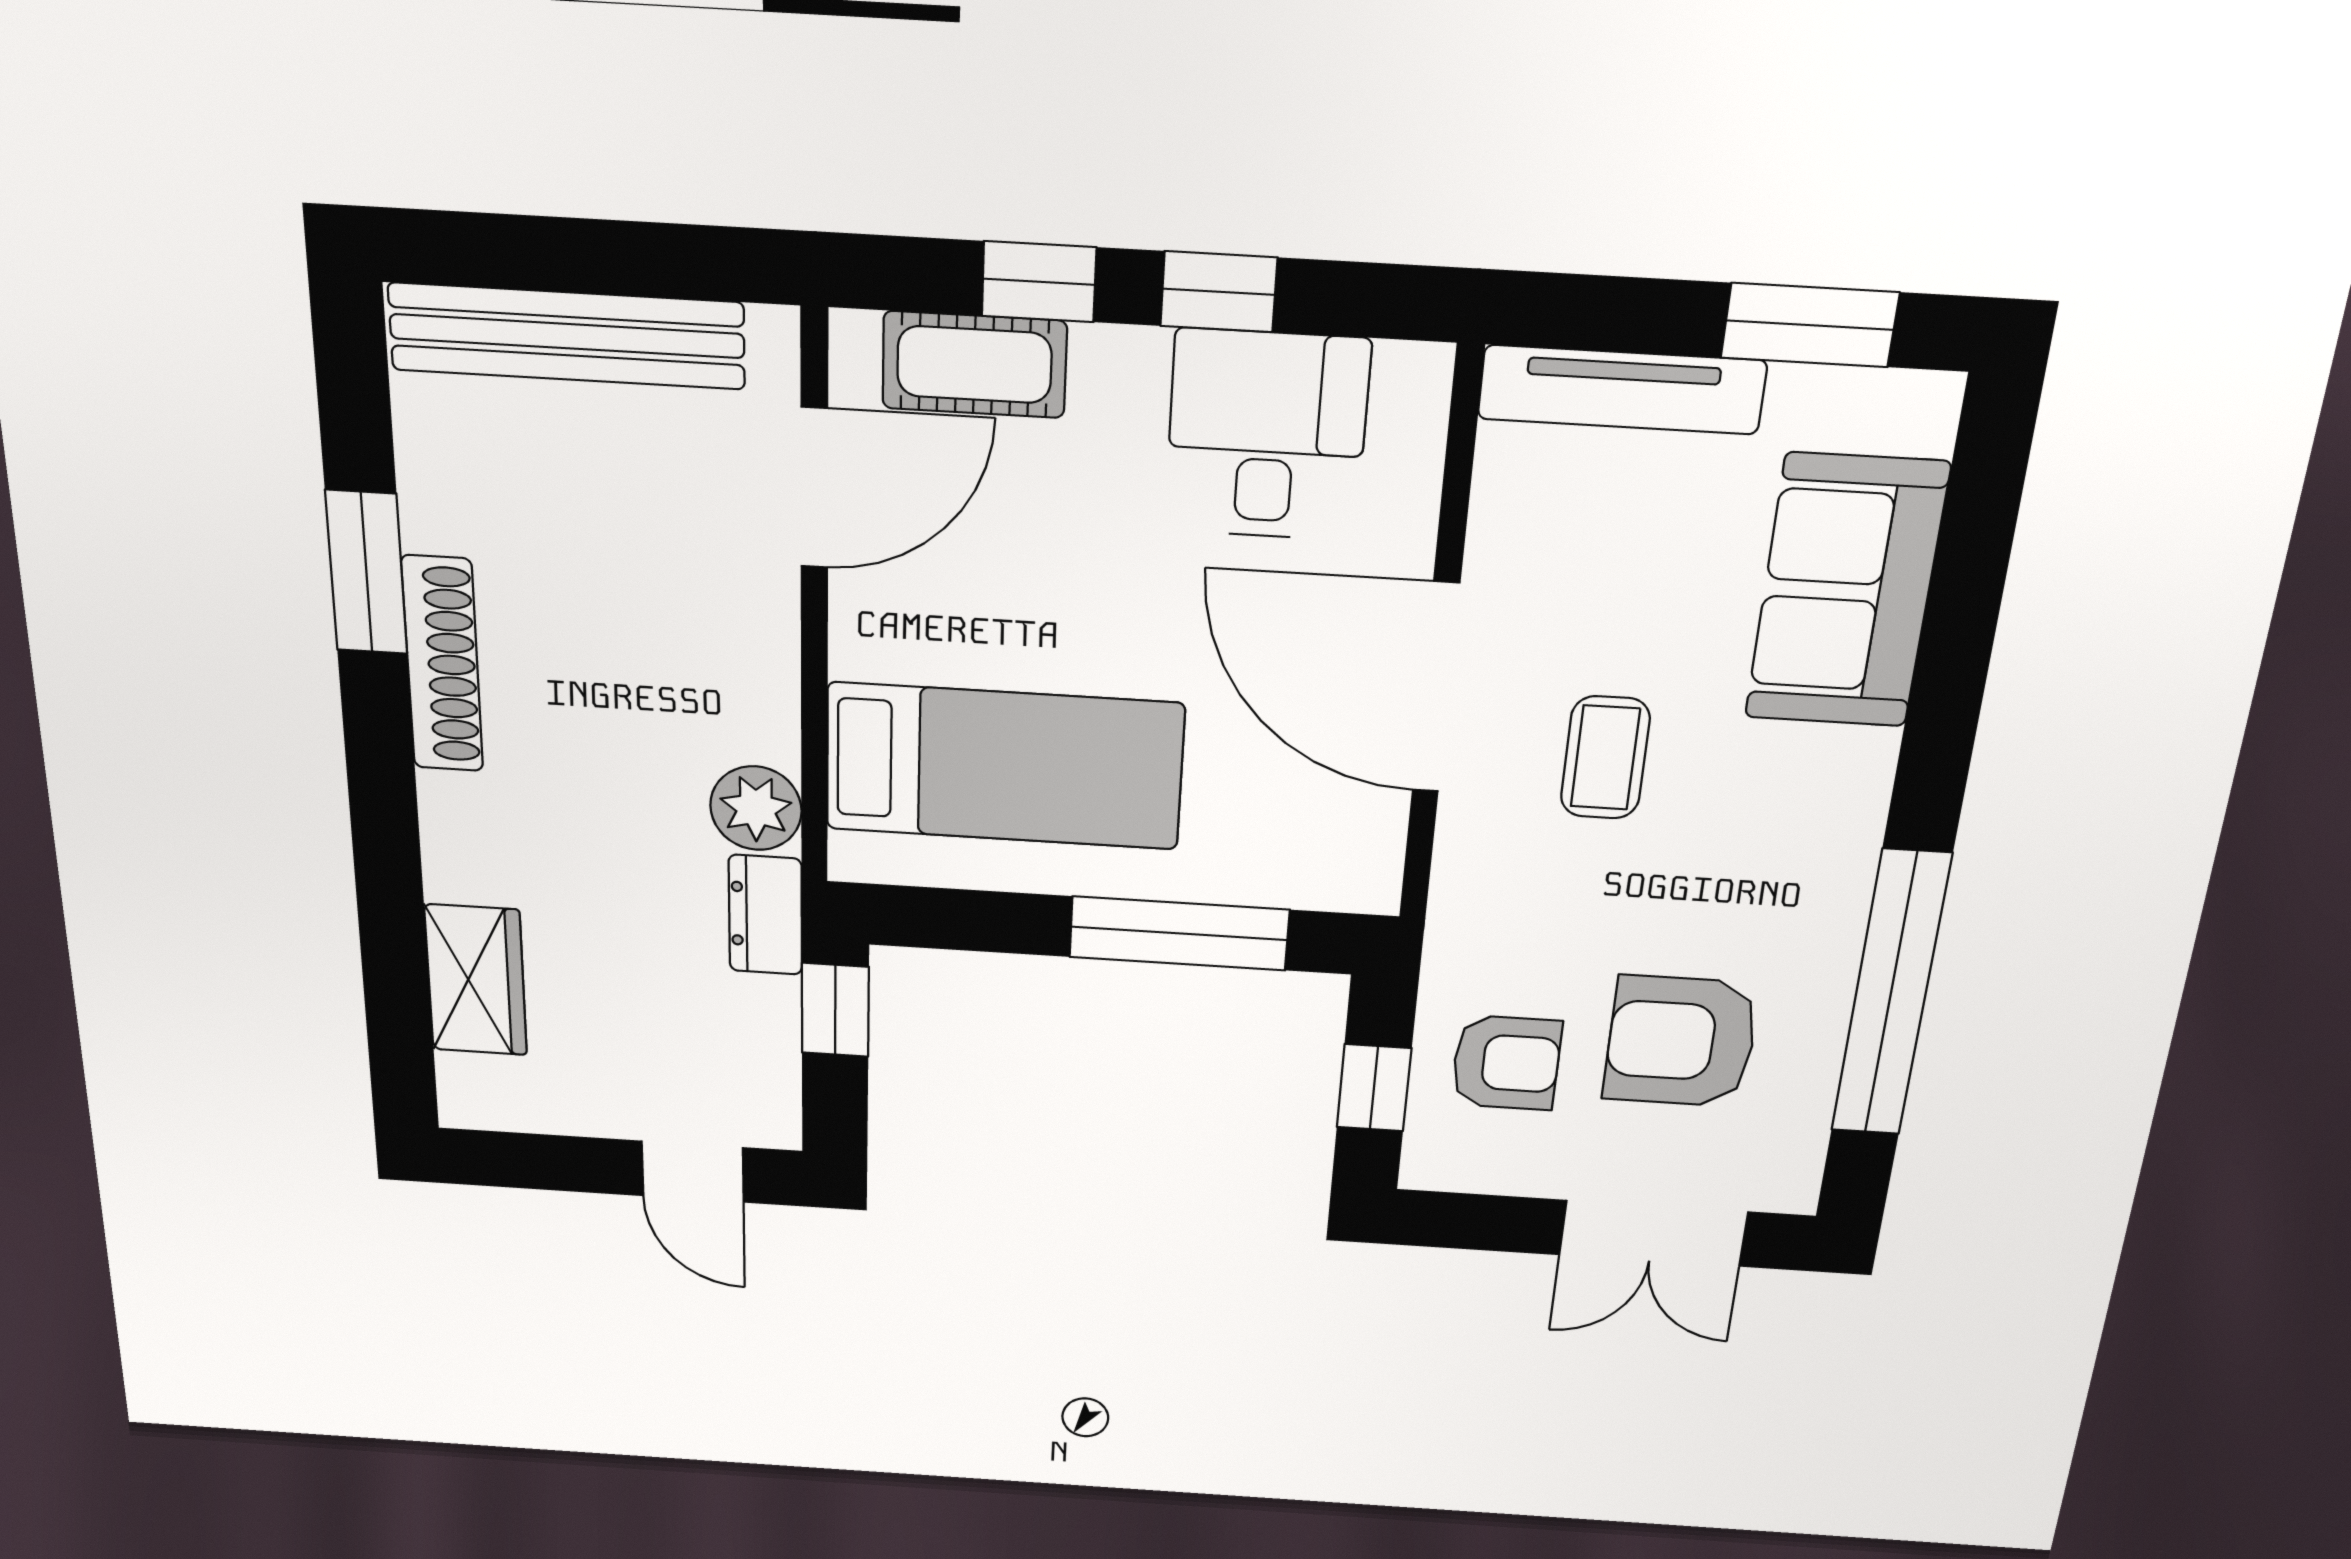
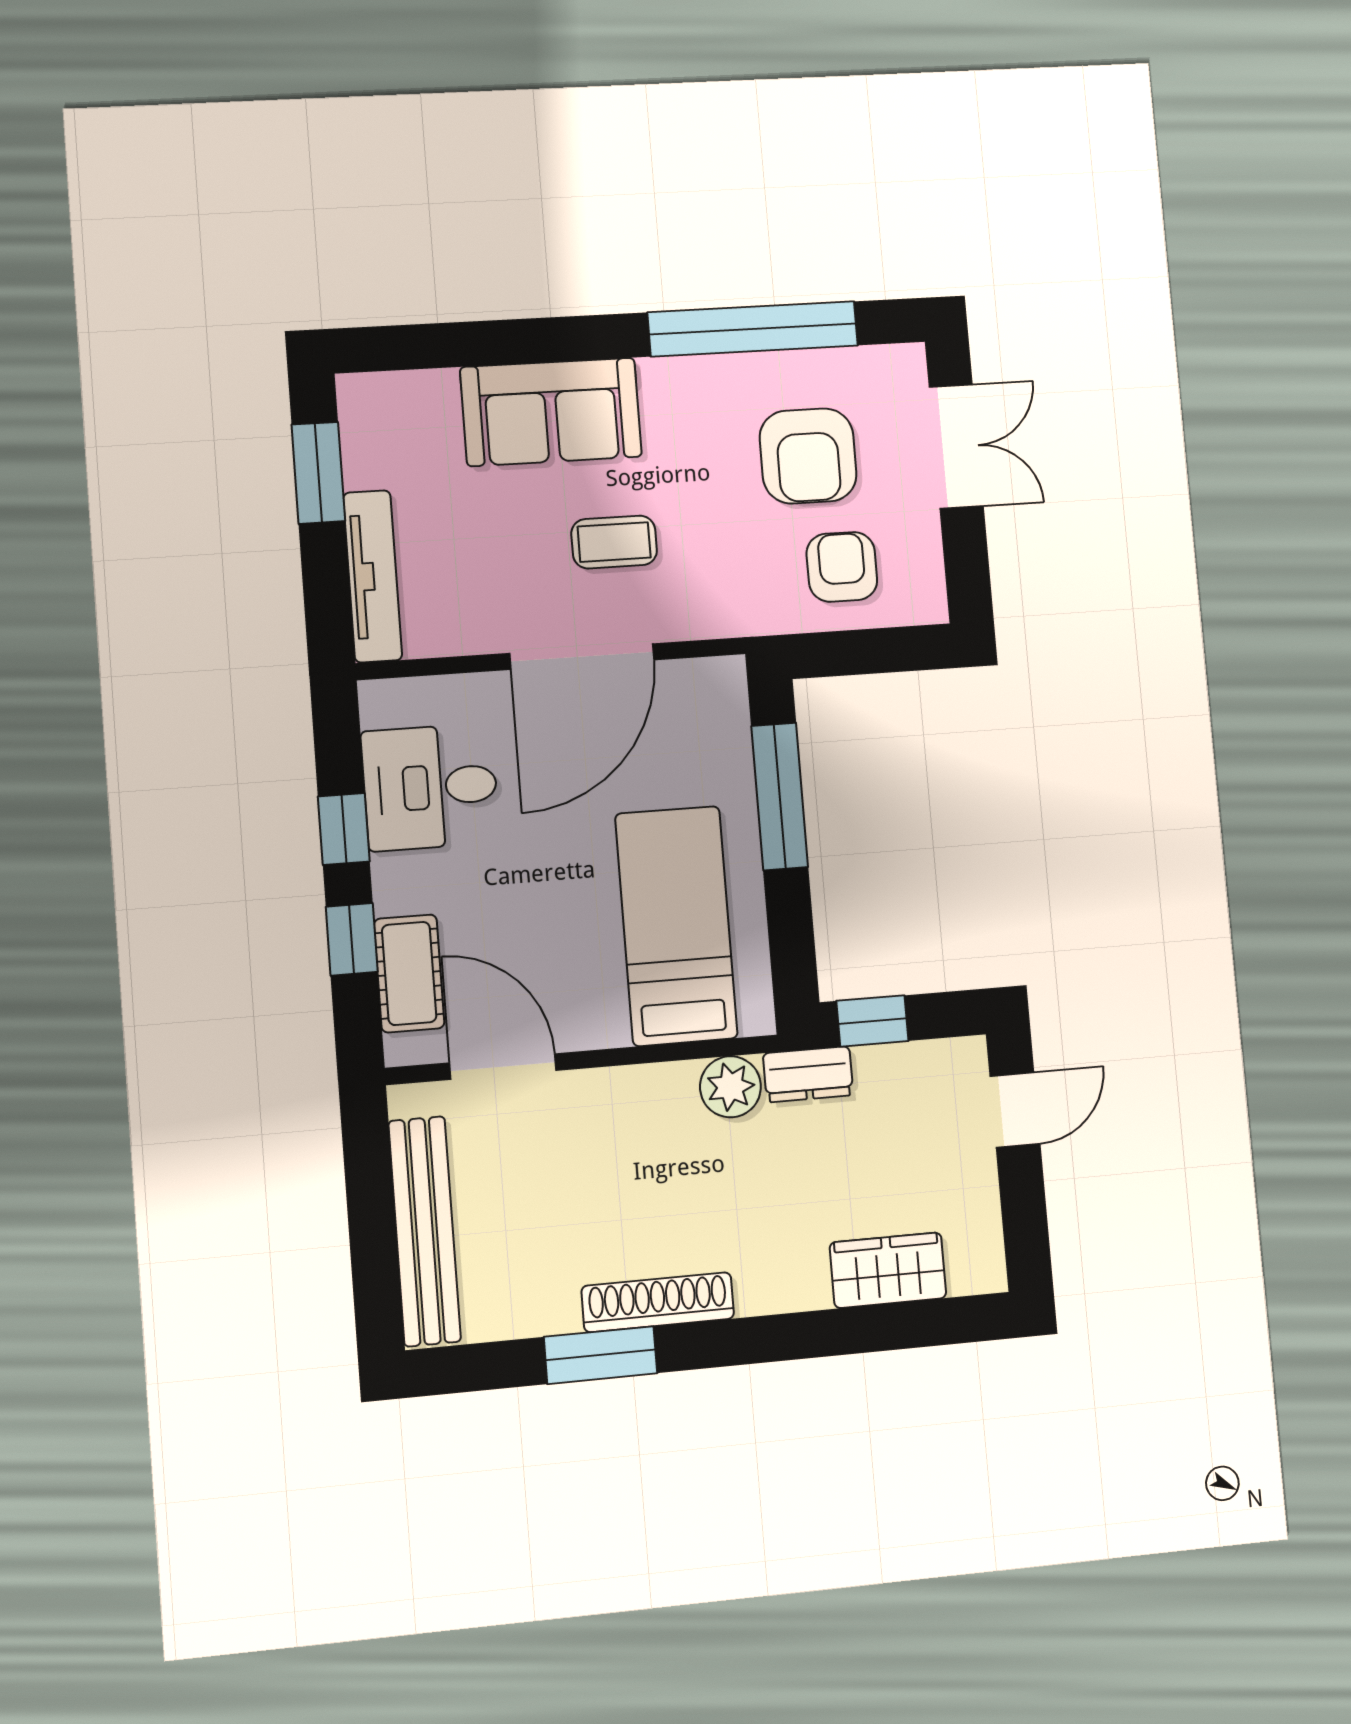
sofa: (1846, 592) -> (551, 412), moved
window: (1374, 1088) -> (875, 651), removed

